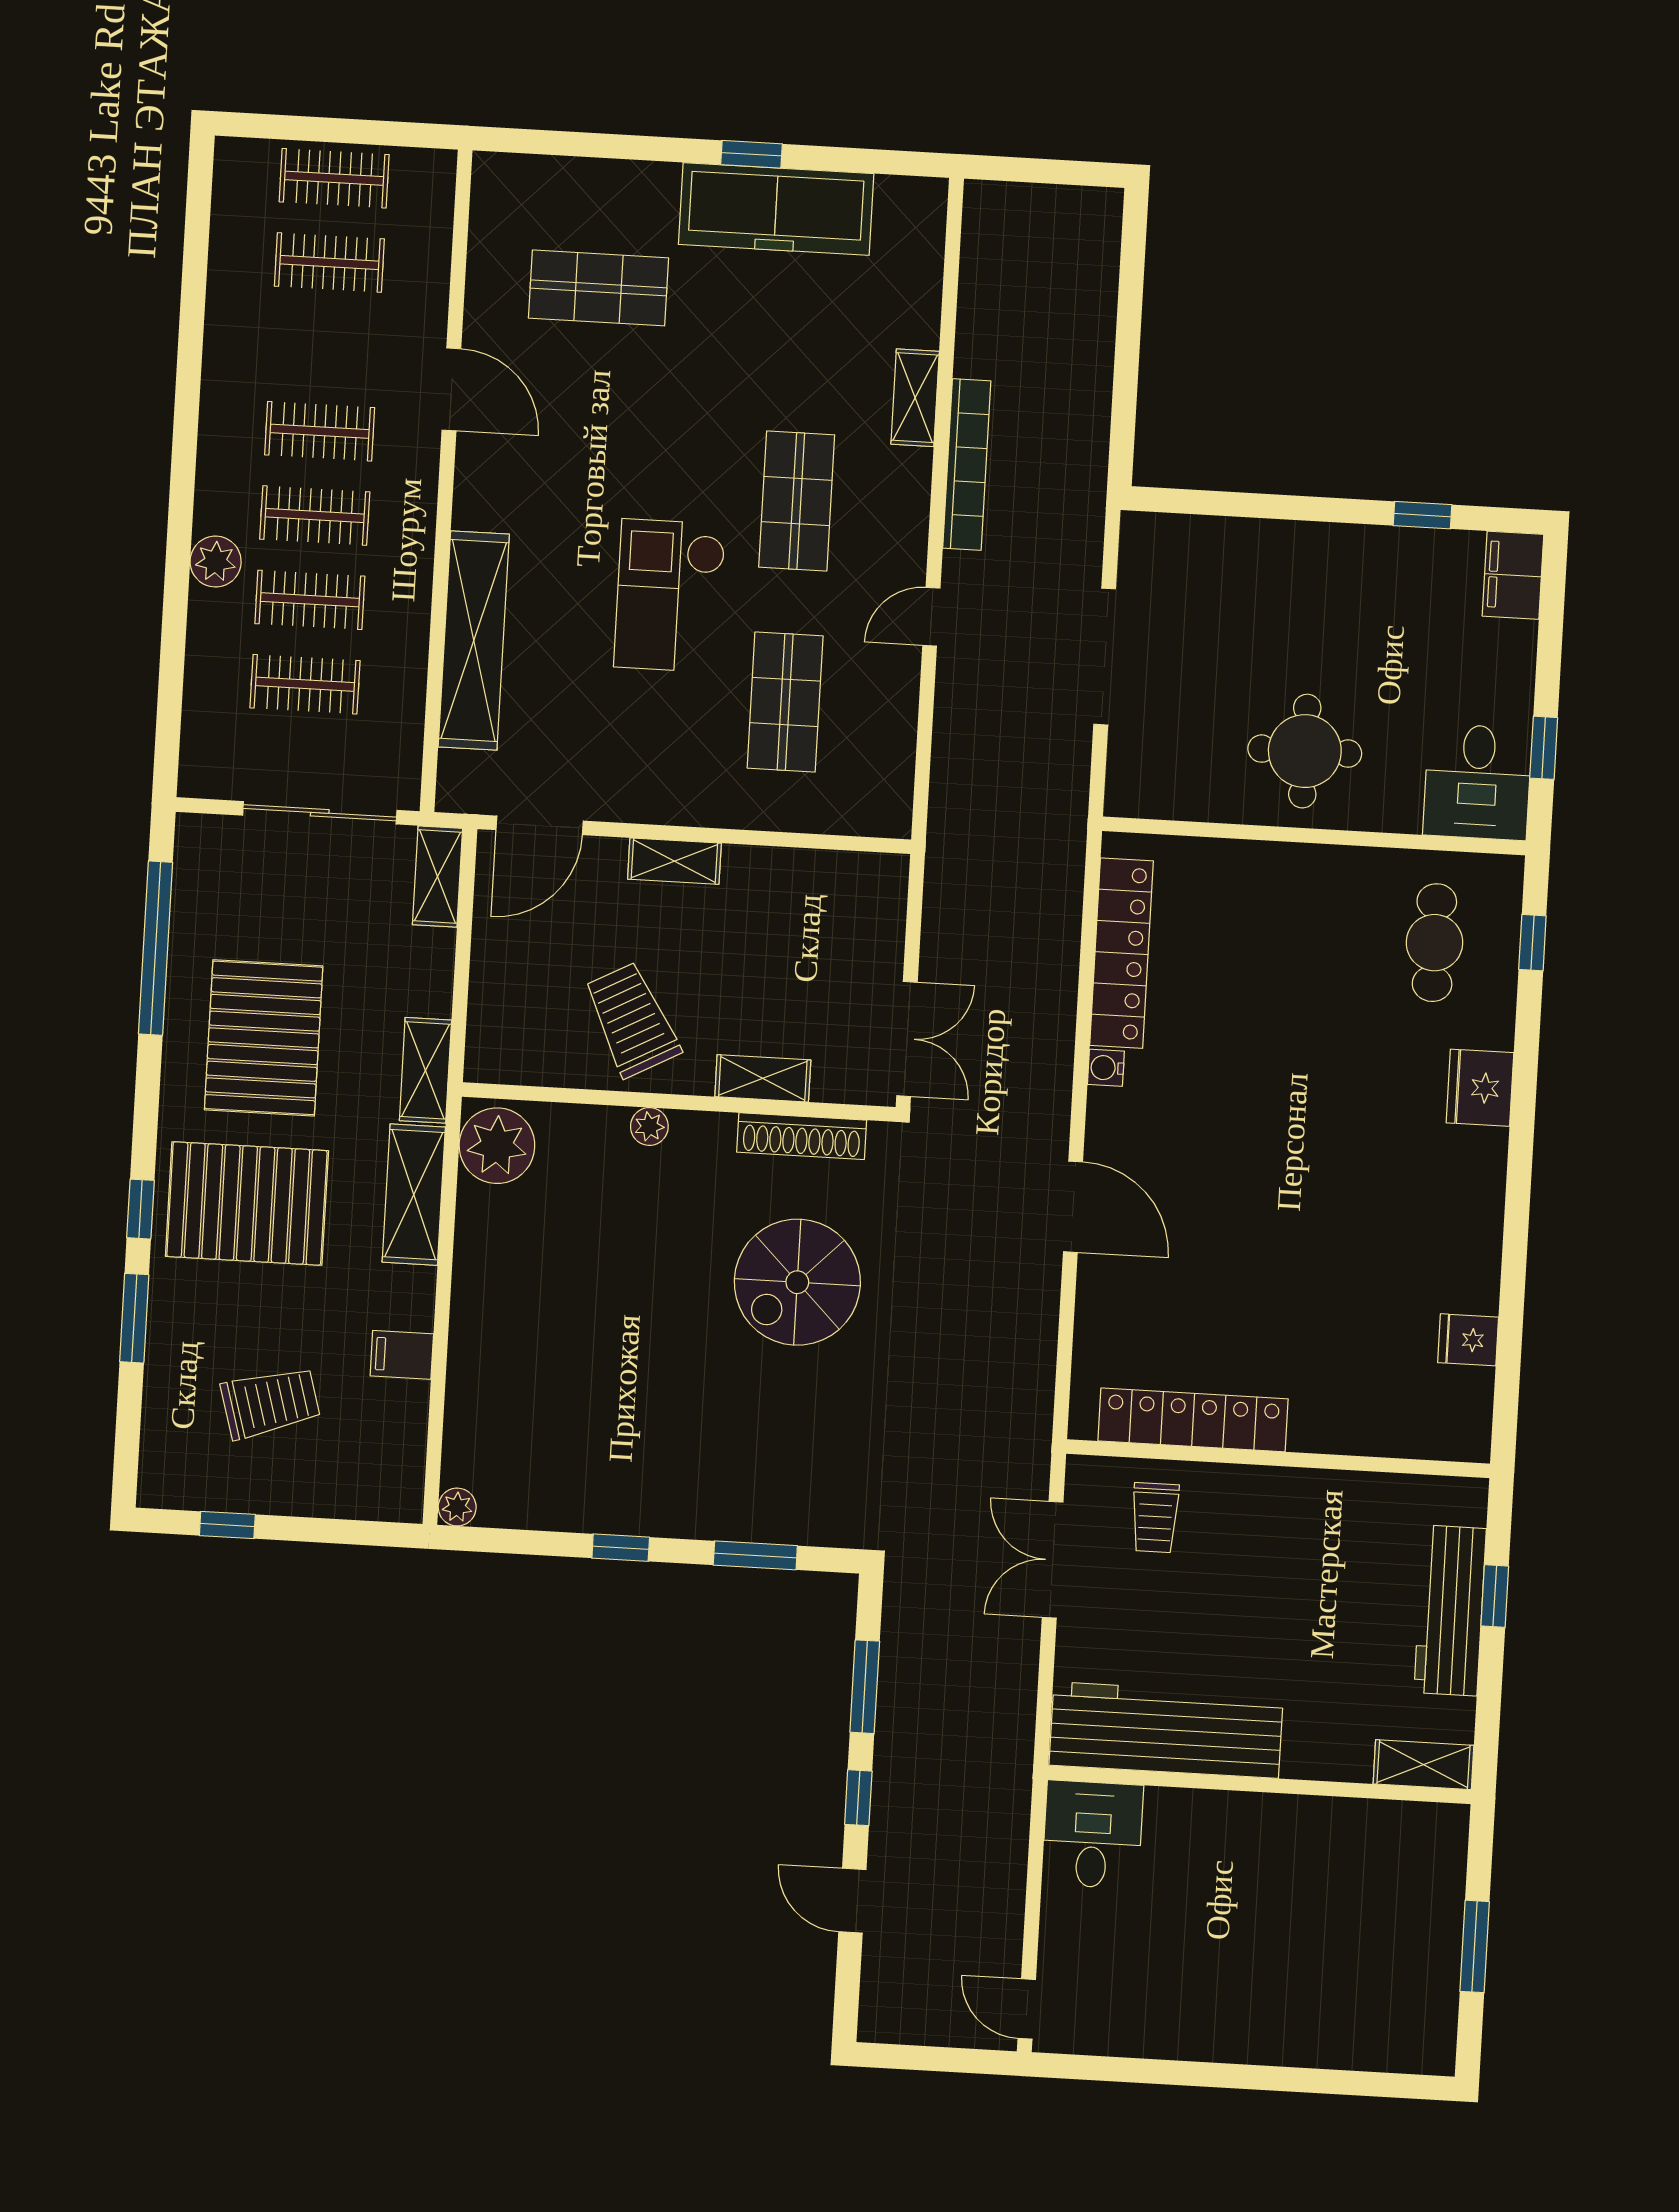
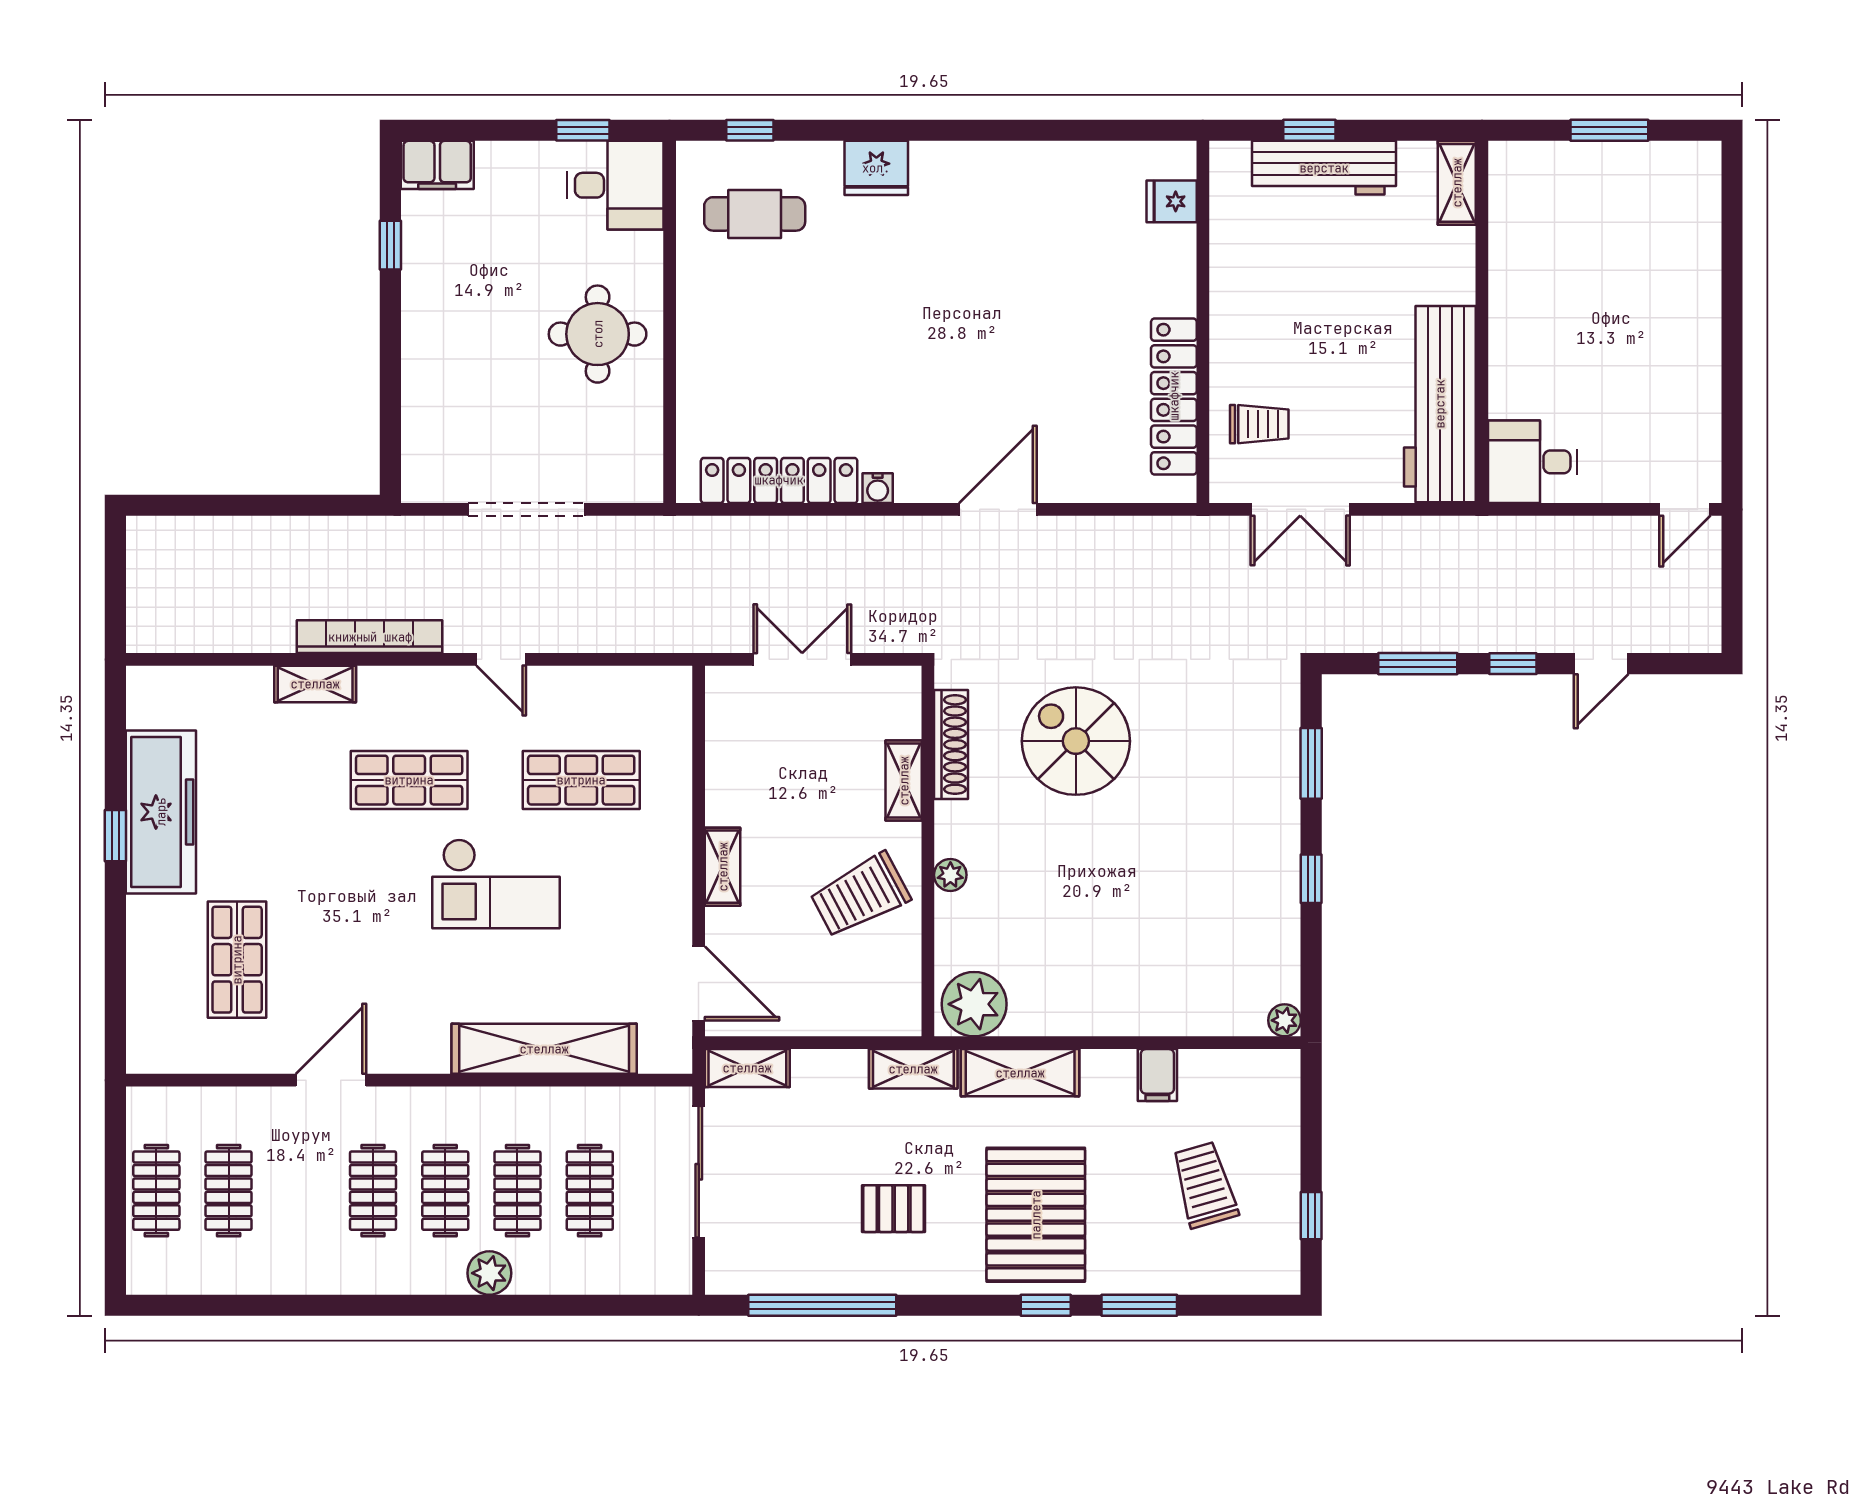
pallet: (264, 1038) -> (894, 1209), width x0.49, depth x0.50
double door: (907, 1039) -> (802, 659), moved
spiral stairs: (797, 1282) -> (1076, 741), turned 180
fridge: (1468, 1340) -> (1172, 201), moved, turned 90

